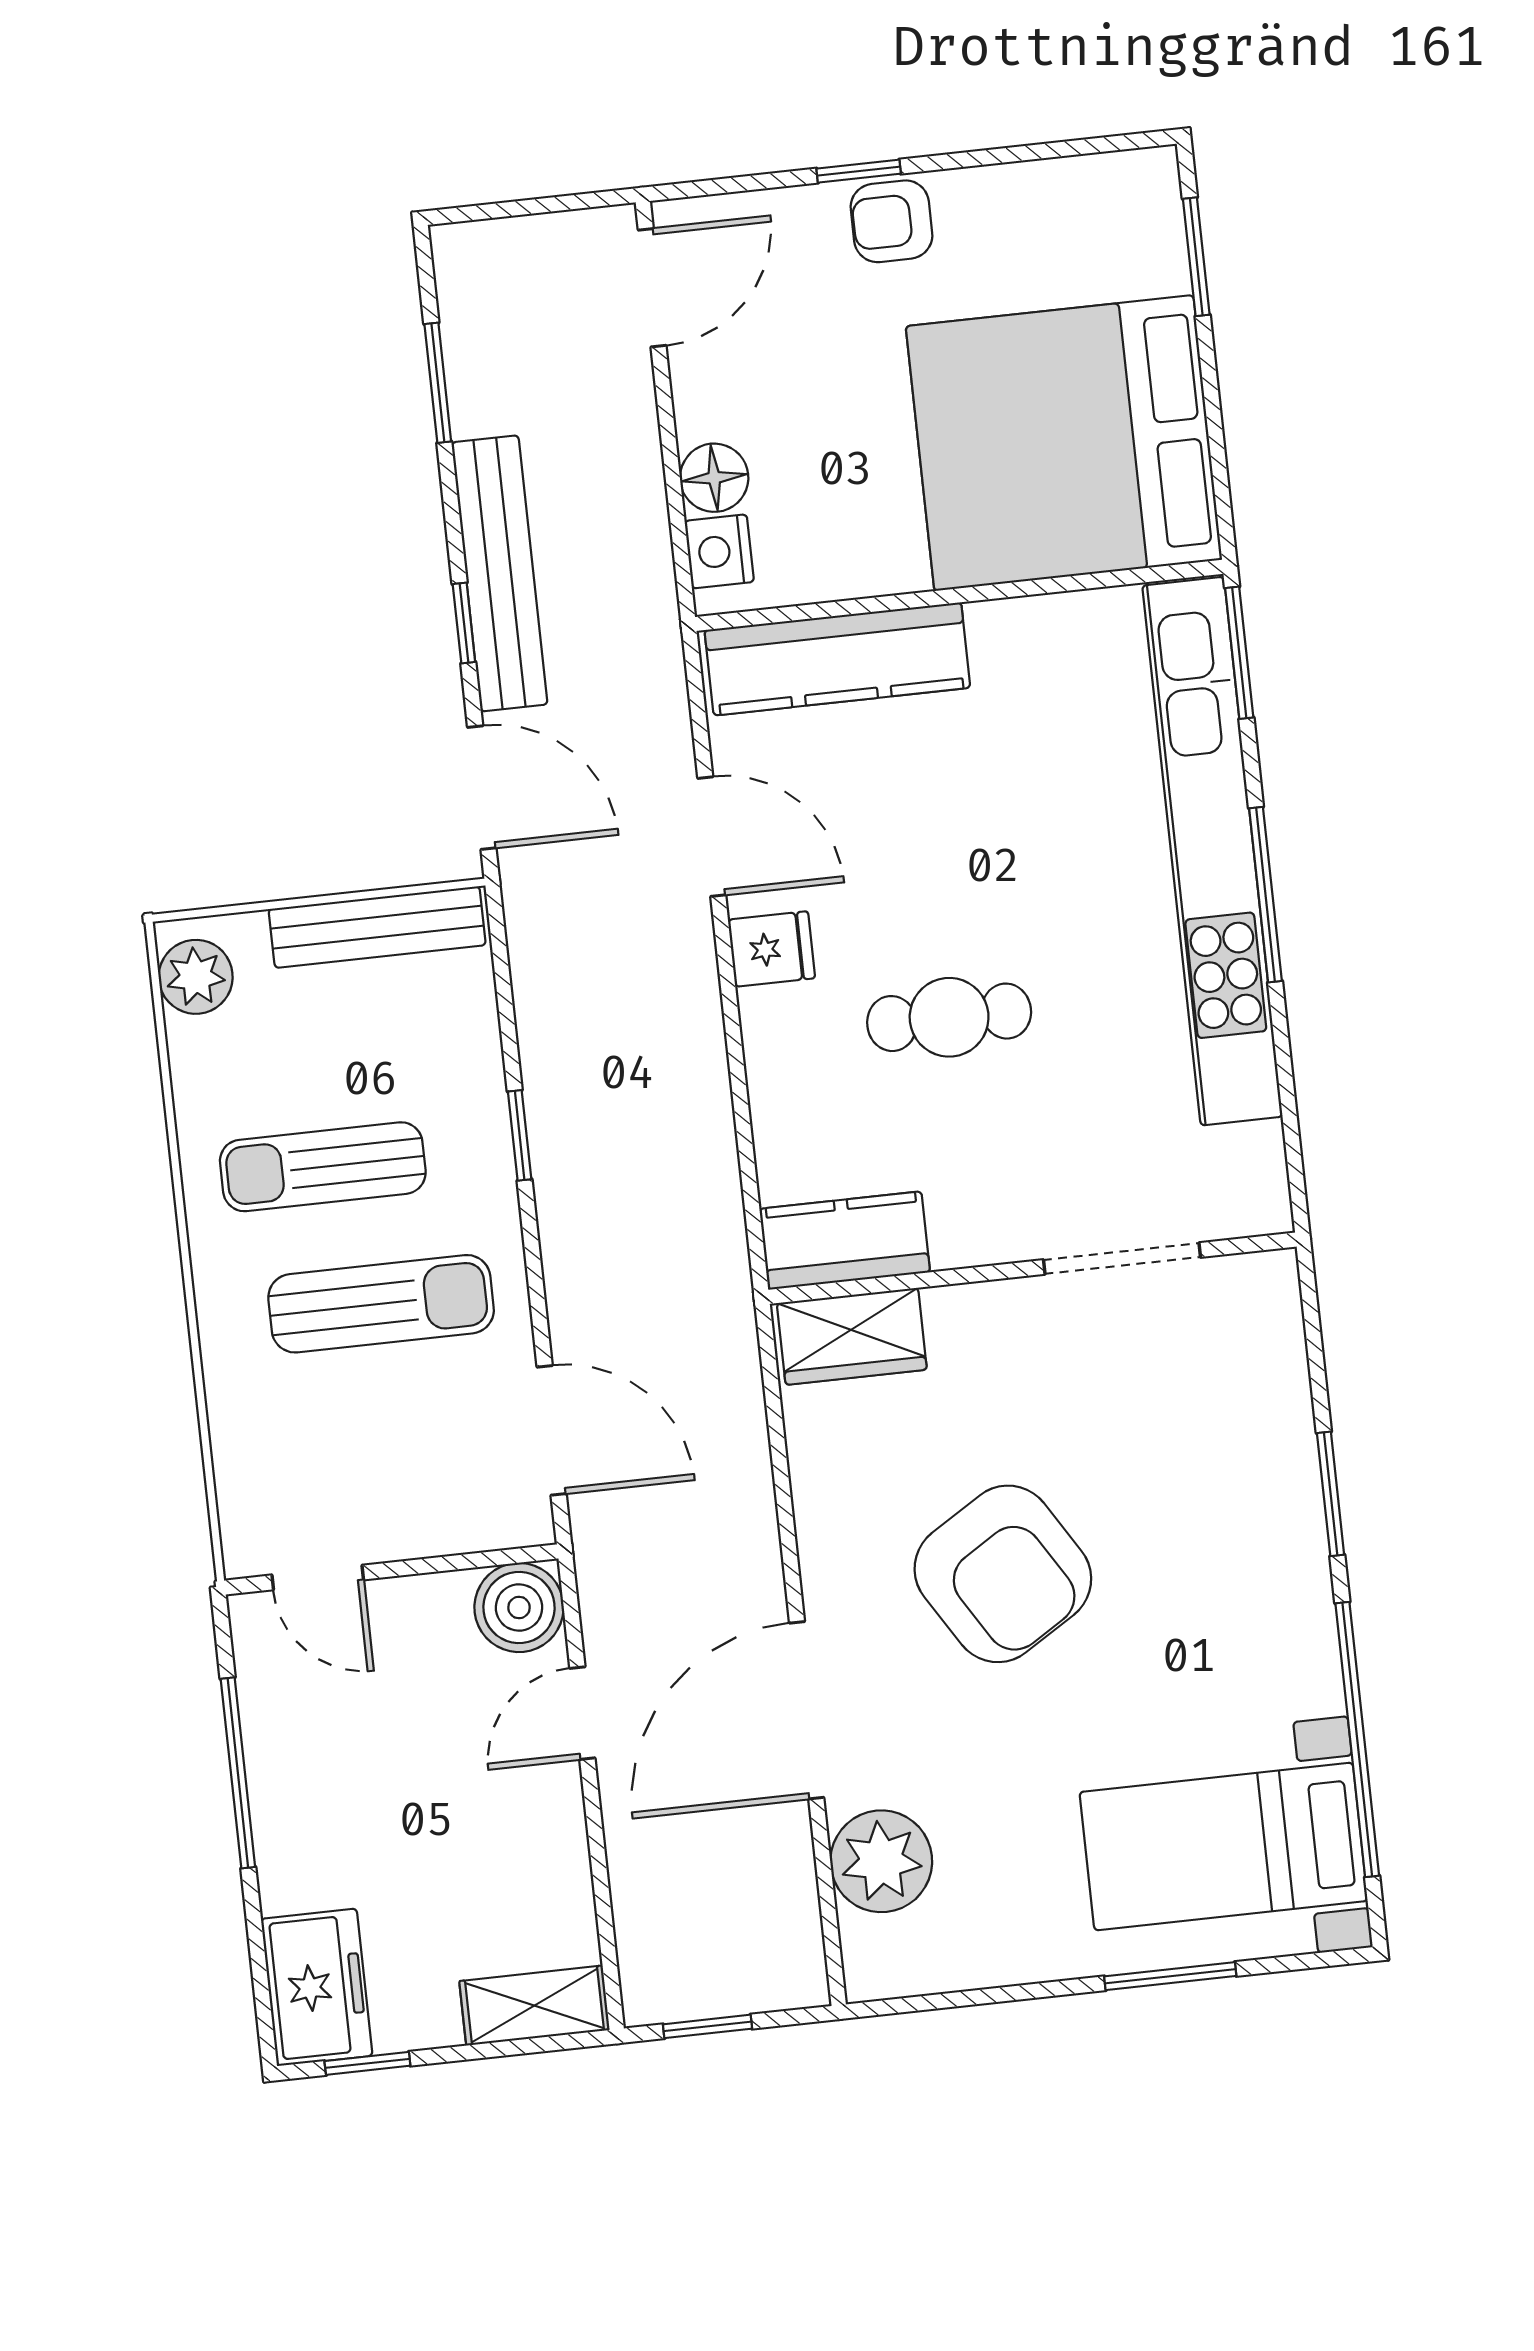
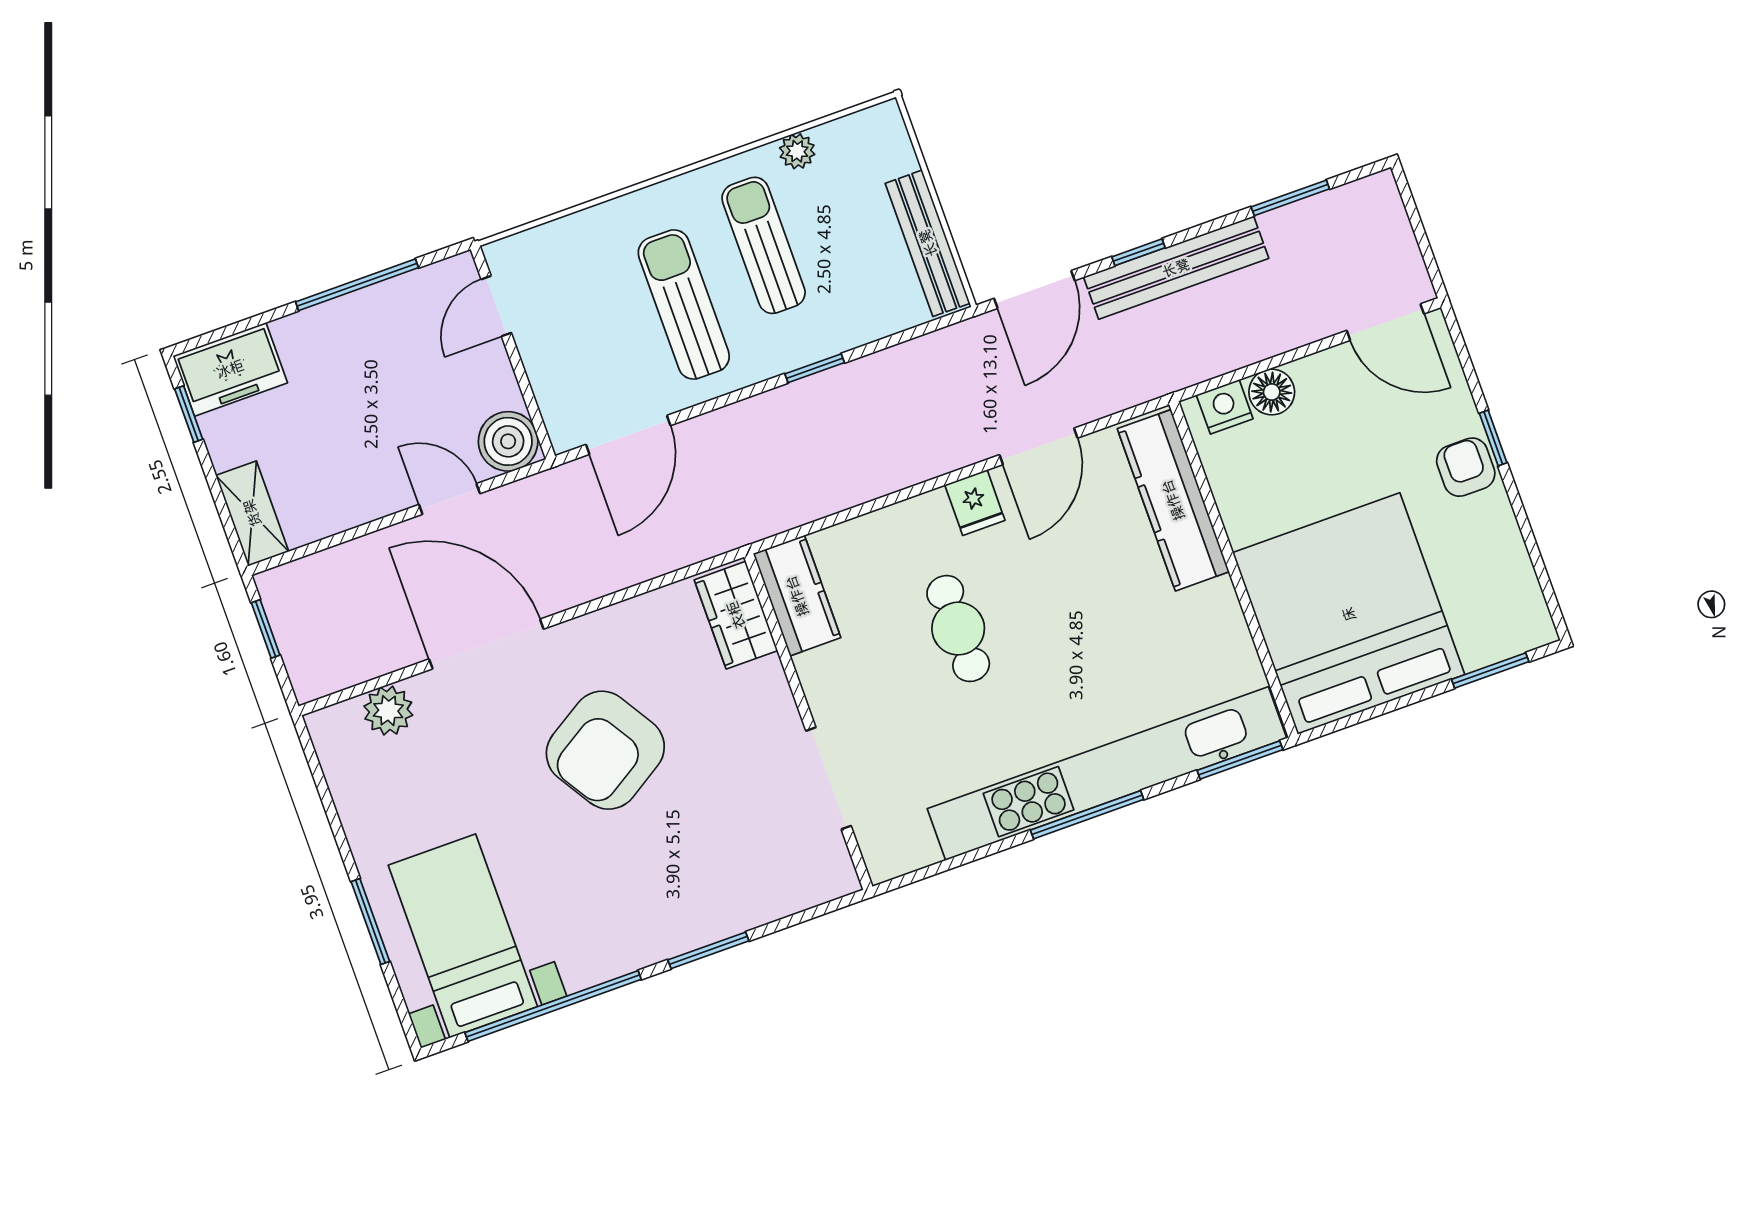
plant: (196, 977) -> (797, 151), moved, width x0.73, depth x0.73
sun lounger: (381, 1304) -> (684, 305), turned 180
plant: (881, 1861) -> (388, 711), width x0.73, depth x0.73

